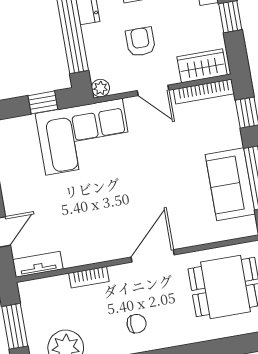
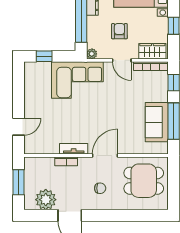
window: (43, 102) -> (44, 56), moved
tv unit: (38, 264) -> (74, 149), moved
chair: (137, 324) -> (100, 188), moved

